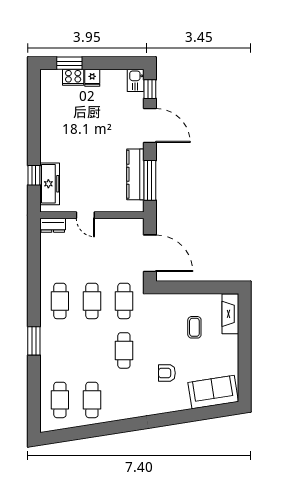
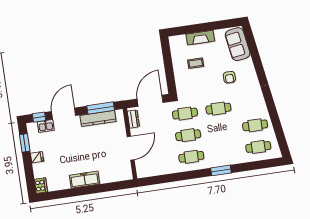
window: (69, 63) -> (25, 143), moved
cooker: (73, 77) -> (41, 186), moved
kitchen sink: (136, 80) -> (46, 126), moved
window: (34, 175) -> (109, 187), removed
freezer: (50, 184) -> (85, 180), moved
door: (85, 215) -> (131, 148), width x1.88
dresser: (53, 225) -> (133, 119), moved
fireplace: (230, 314) -> (200, 38), moved

